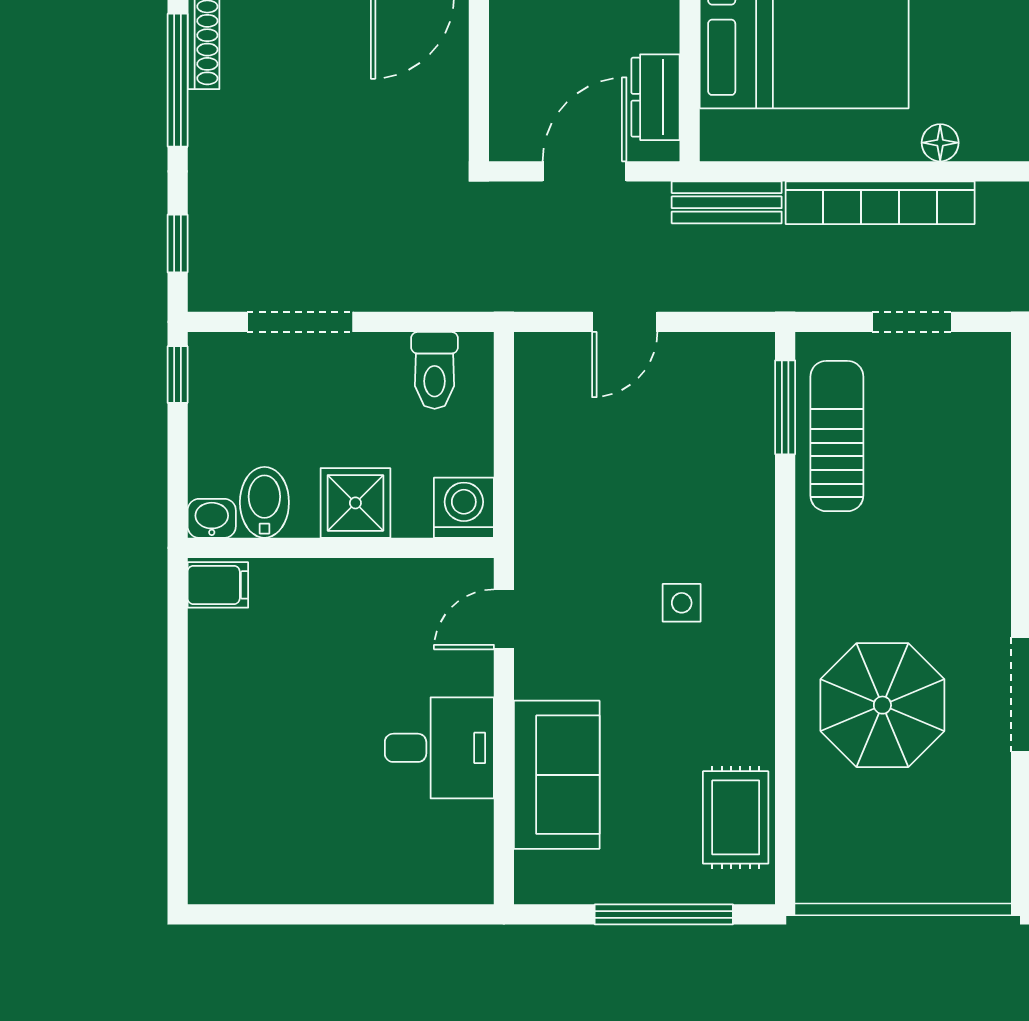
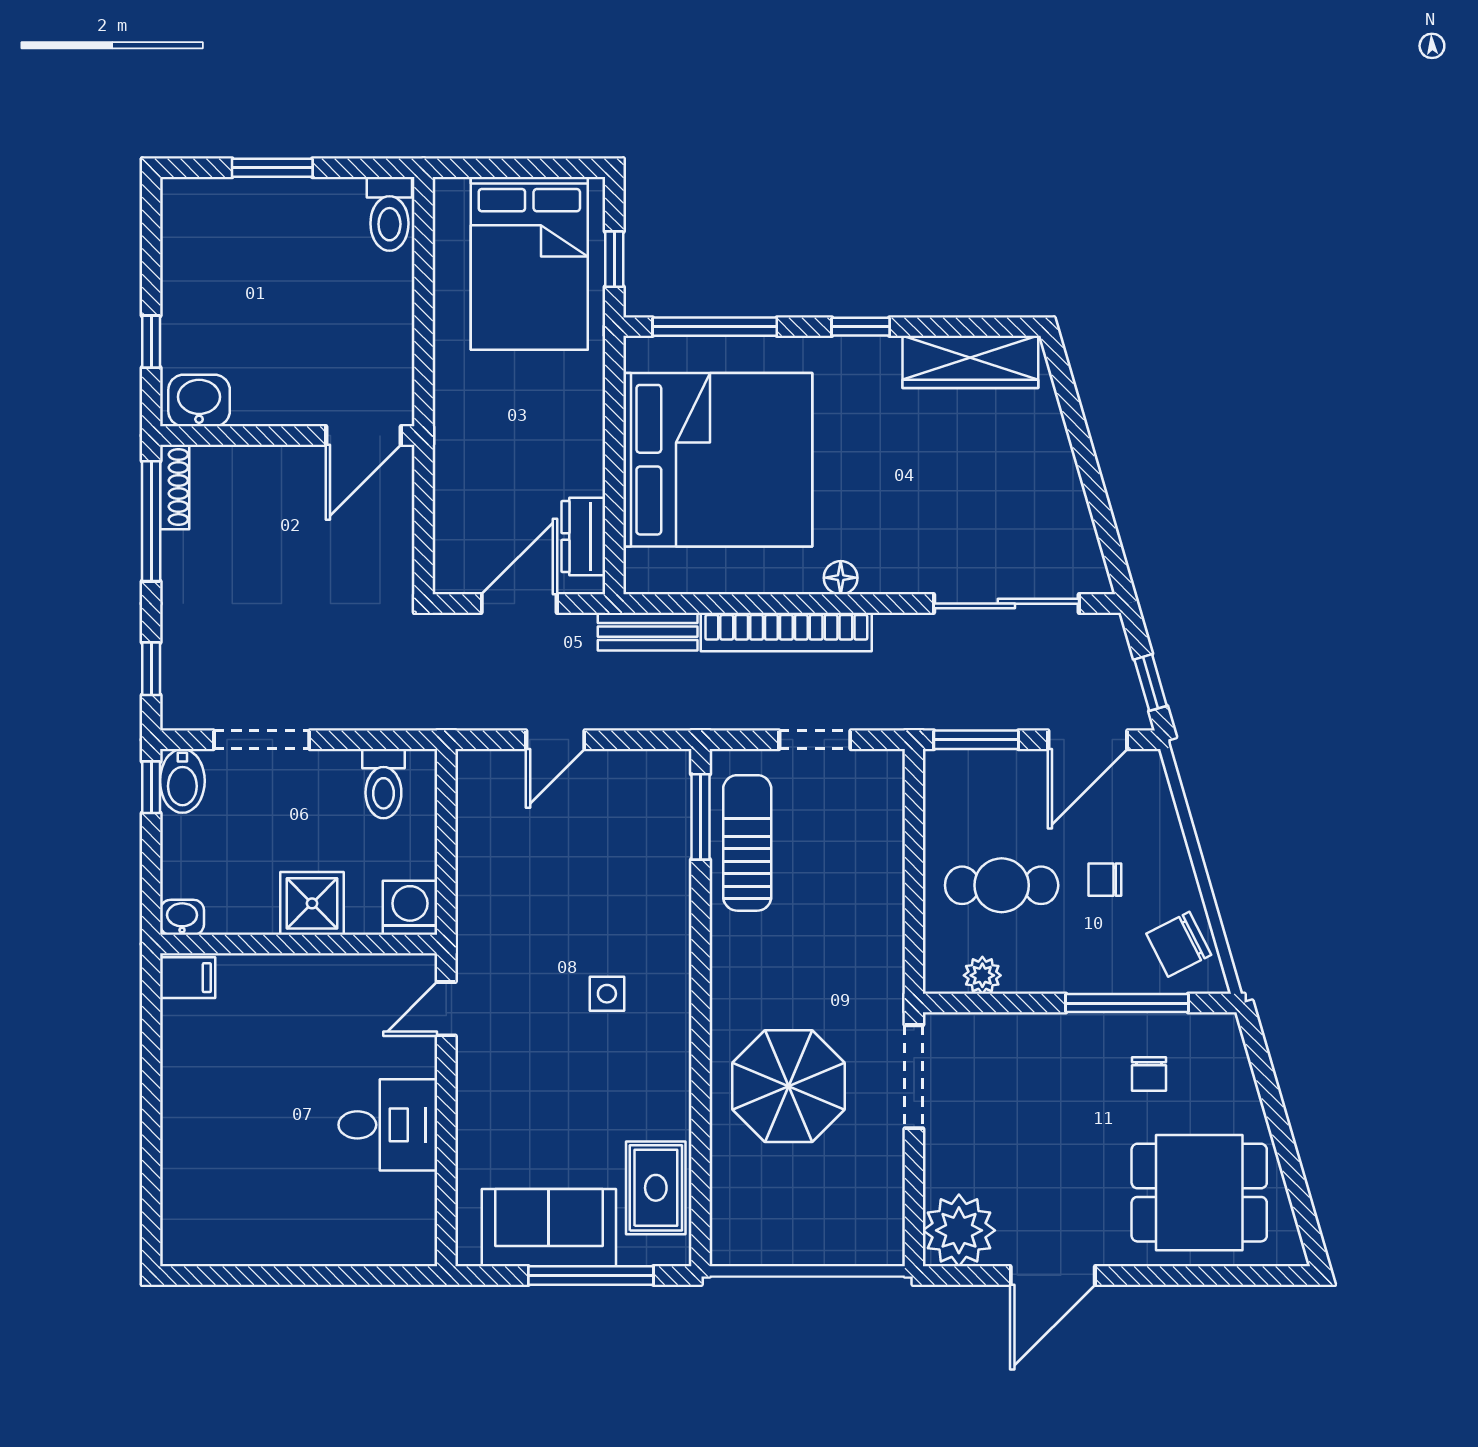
bidet: (264, 502) -> (182, 781), moved, turned 180
sofa: (557, 775) -> (549, 1228), moved, turned -90

